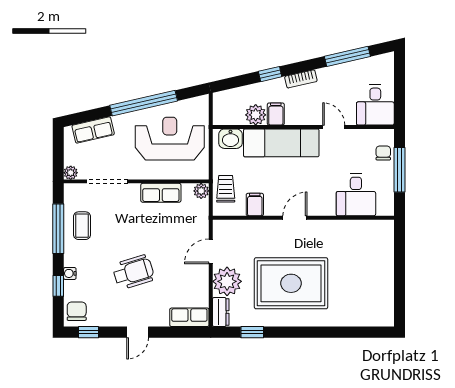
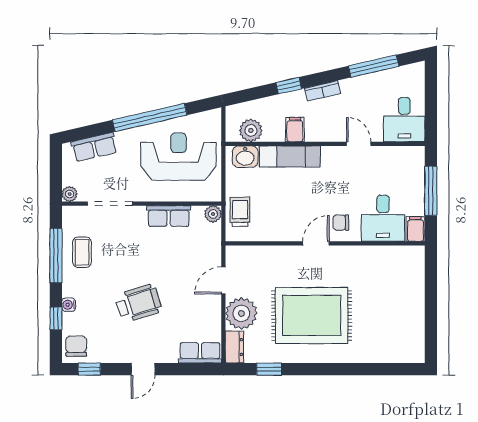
plant: (256, 115) -> (251, 130), moved
exam couch: (281, 143) -> (290, 156), width x0.73, depth x0.69
chair: (383, 153) -> (341, 223), moved, turned -90
filing cabinet: (255, 205) -> (415, 229), moved

